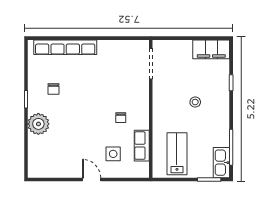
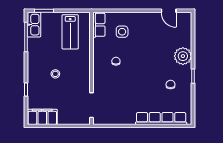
row of seats: (142, 146) -> (99, 25), moved
door: (92, 180) -> (169, 11), moved

